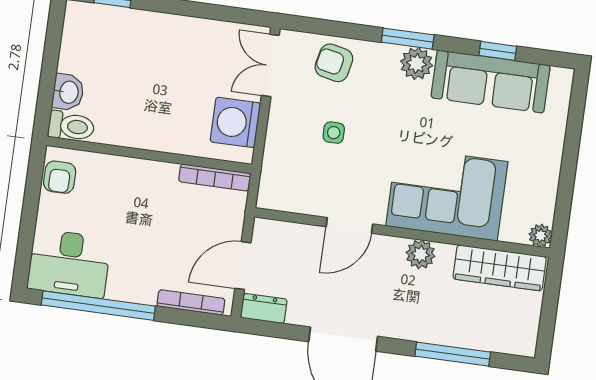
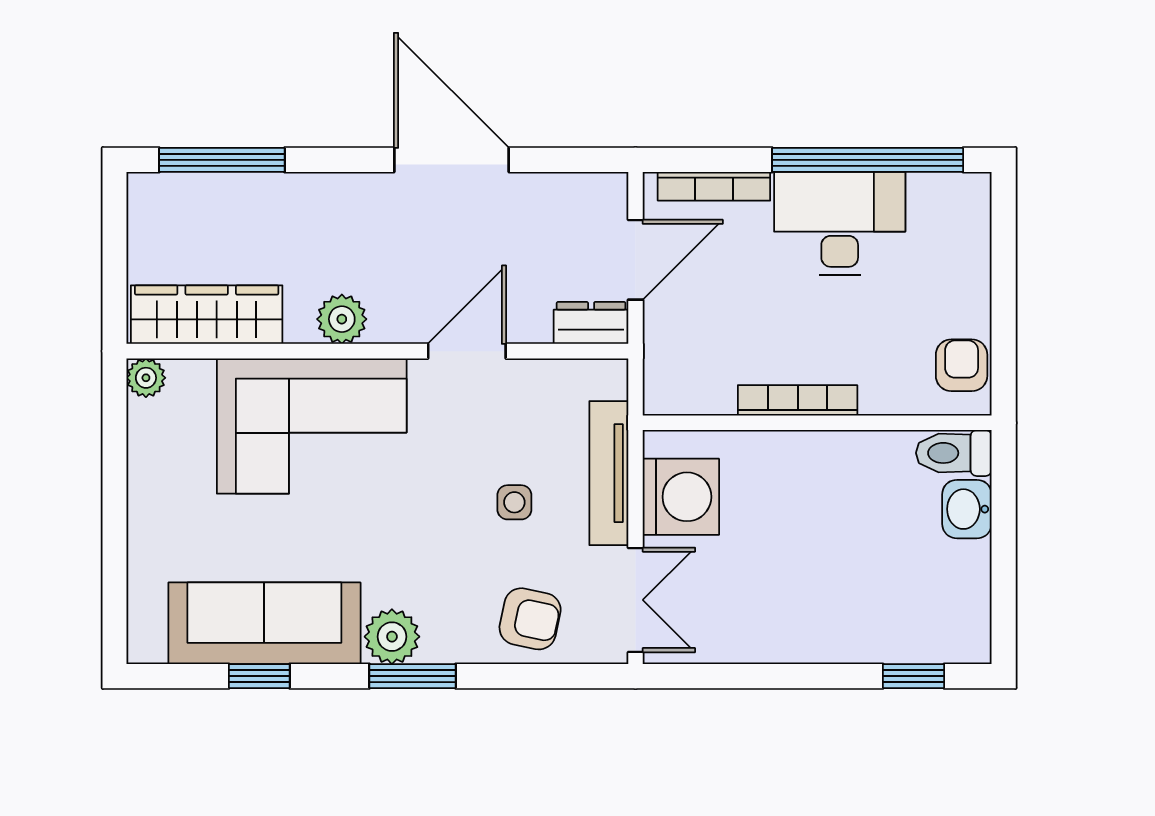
tv unit: (276, 142) -> (609, 473), added
bookcase: (215, 177) -> (798, 400), moved
desk: (69, 263) -> (840, 223), moved
dresser: (264, 308) -> (591, 323), moved, turned 180
window: (453, 354) -> (222, 160), moved

